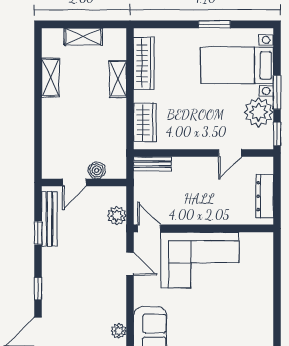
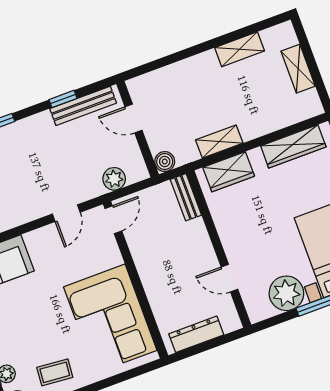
shelving: (118, 79) -> (219, 142), moved
window: (277, 134) -> (270, 322), removed
boiler: (97, 170) -> (165, 162), moved
corner sofa: (200, 260) -> (110, 319), moved
coffee table: (253, 320) -> (55, 372), added

